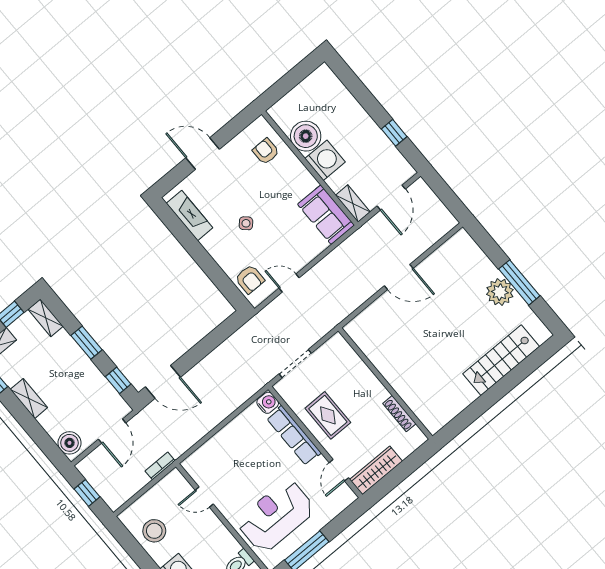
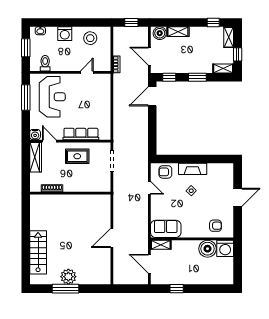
washing machine: (325, 160) -> (225, 248), moved
fireplace: (190, 216) -> (193, 169), moved
door: (289, 283) -> (149, 188), hinge flipped
shelving: (29, 399) -> (178, 32), moved
water cooler: (268, 403) -> (35, 135), moved

